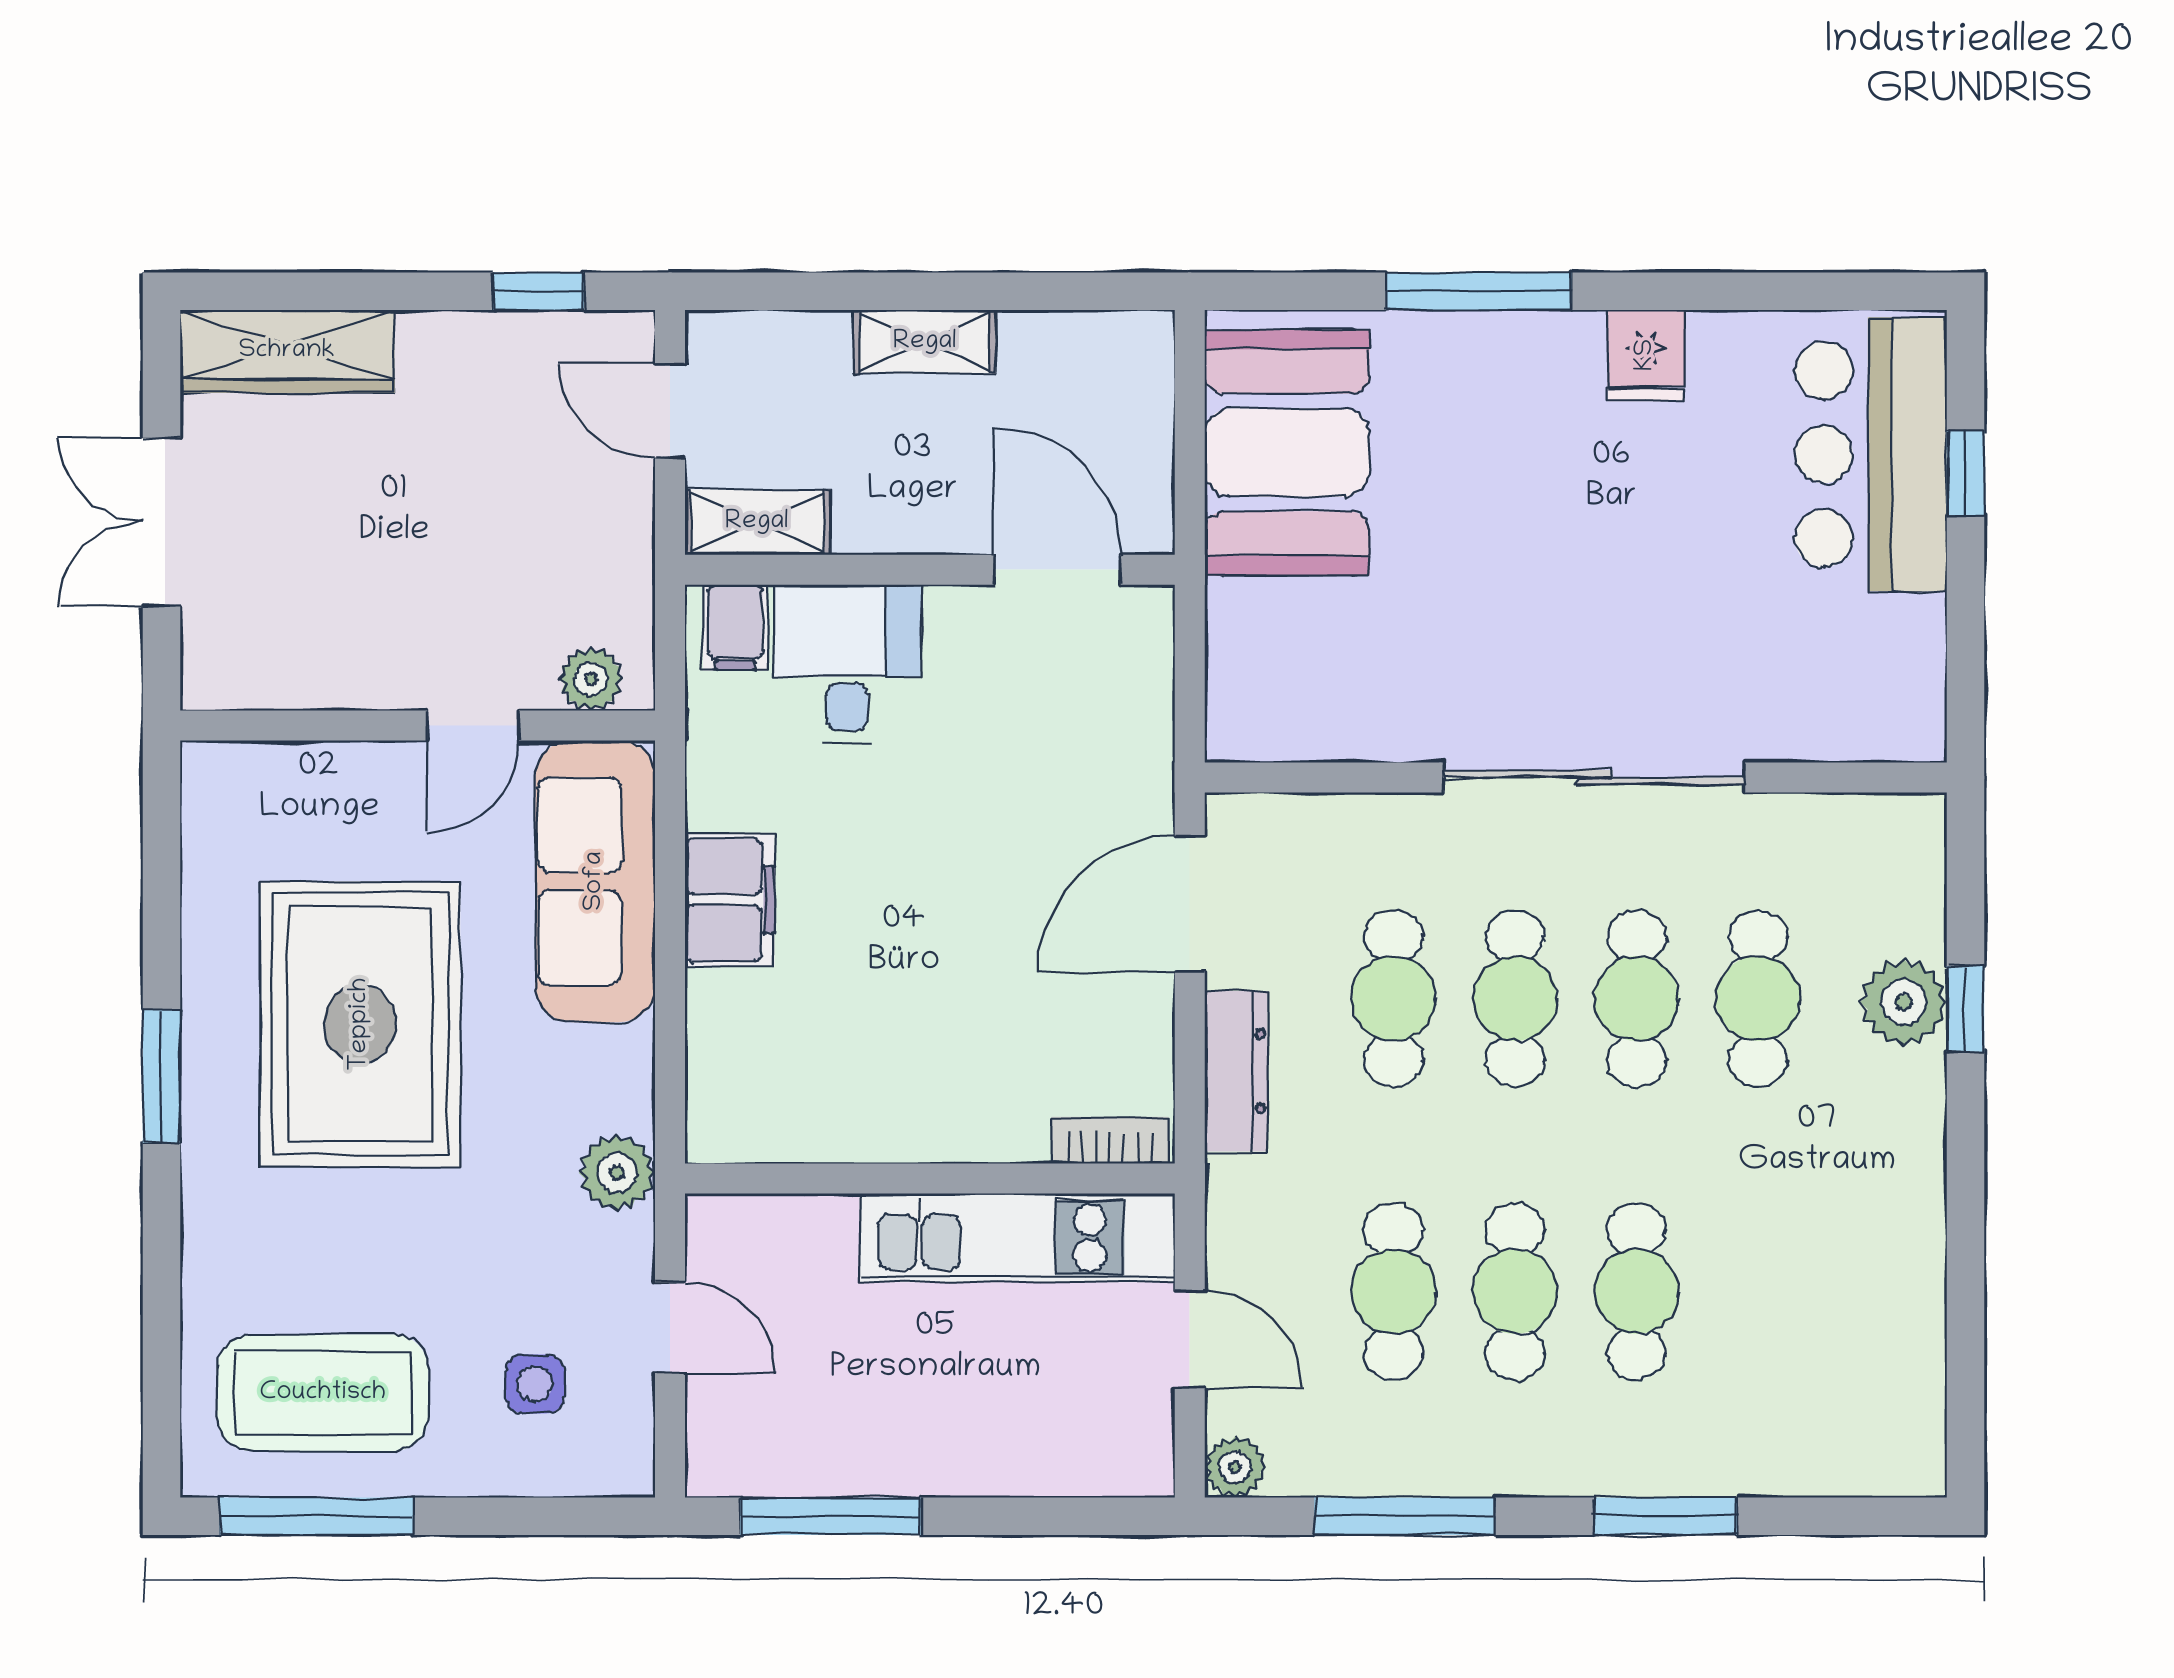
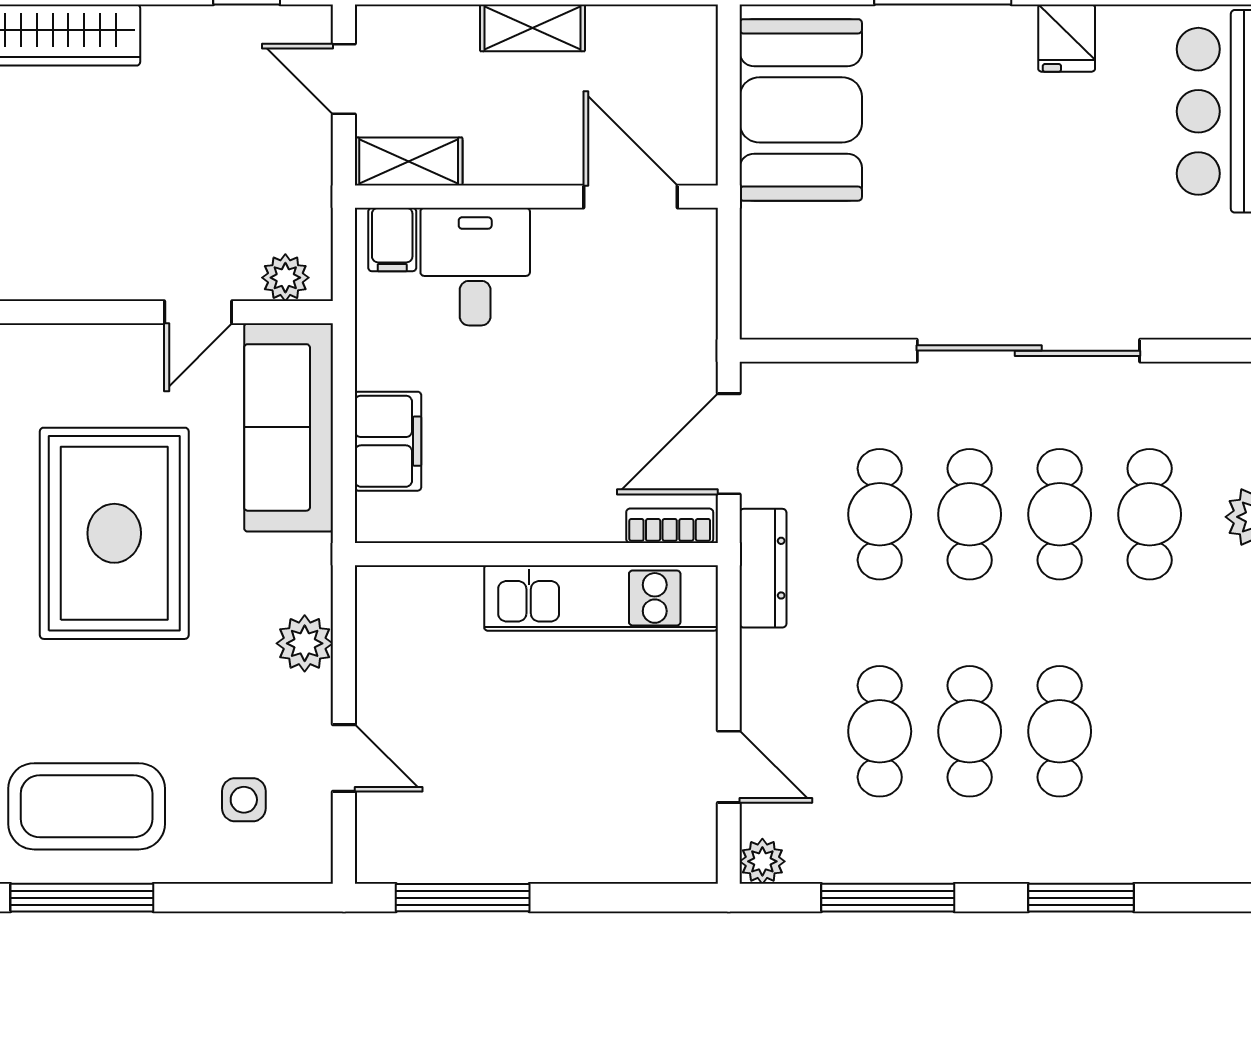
bookcase: (1110, 1140) -> (670, 526), moved
wall: (930, 1178) -> (536, 554), moved
kitchen unit: (1017, 1238) -> (601, 598), moved

